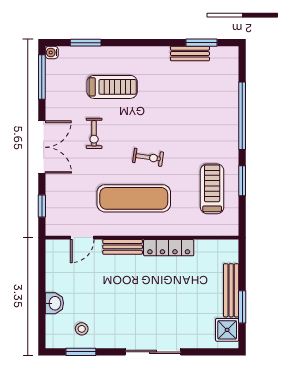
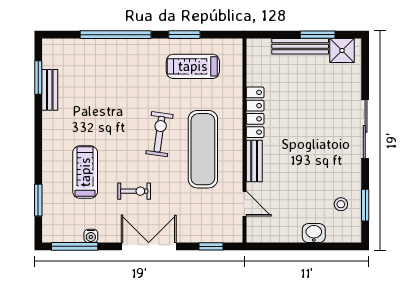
water cooler: (52, 53) -> (91, 236), moved
exercise bike: (148, 157) -> (159, 134), width x1.38, depth x1.39

